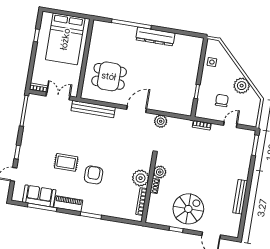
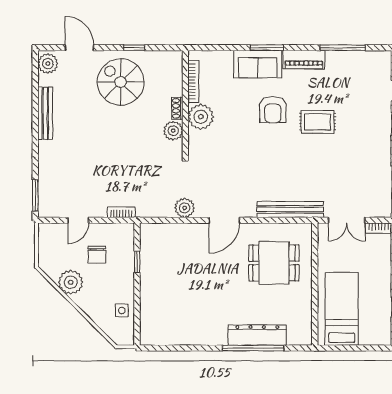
dresser: (155, 36) -> (257, 335), moved
bed: (65, 39) -> (342, 309), width x0.67
sofa: (39, 196) -> (258, 64), moved
spiral stairs: (188, 209) -> (121, 82), turned 90
plant: (233, 228) -> (48, 64), added

